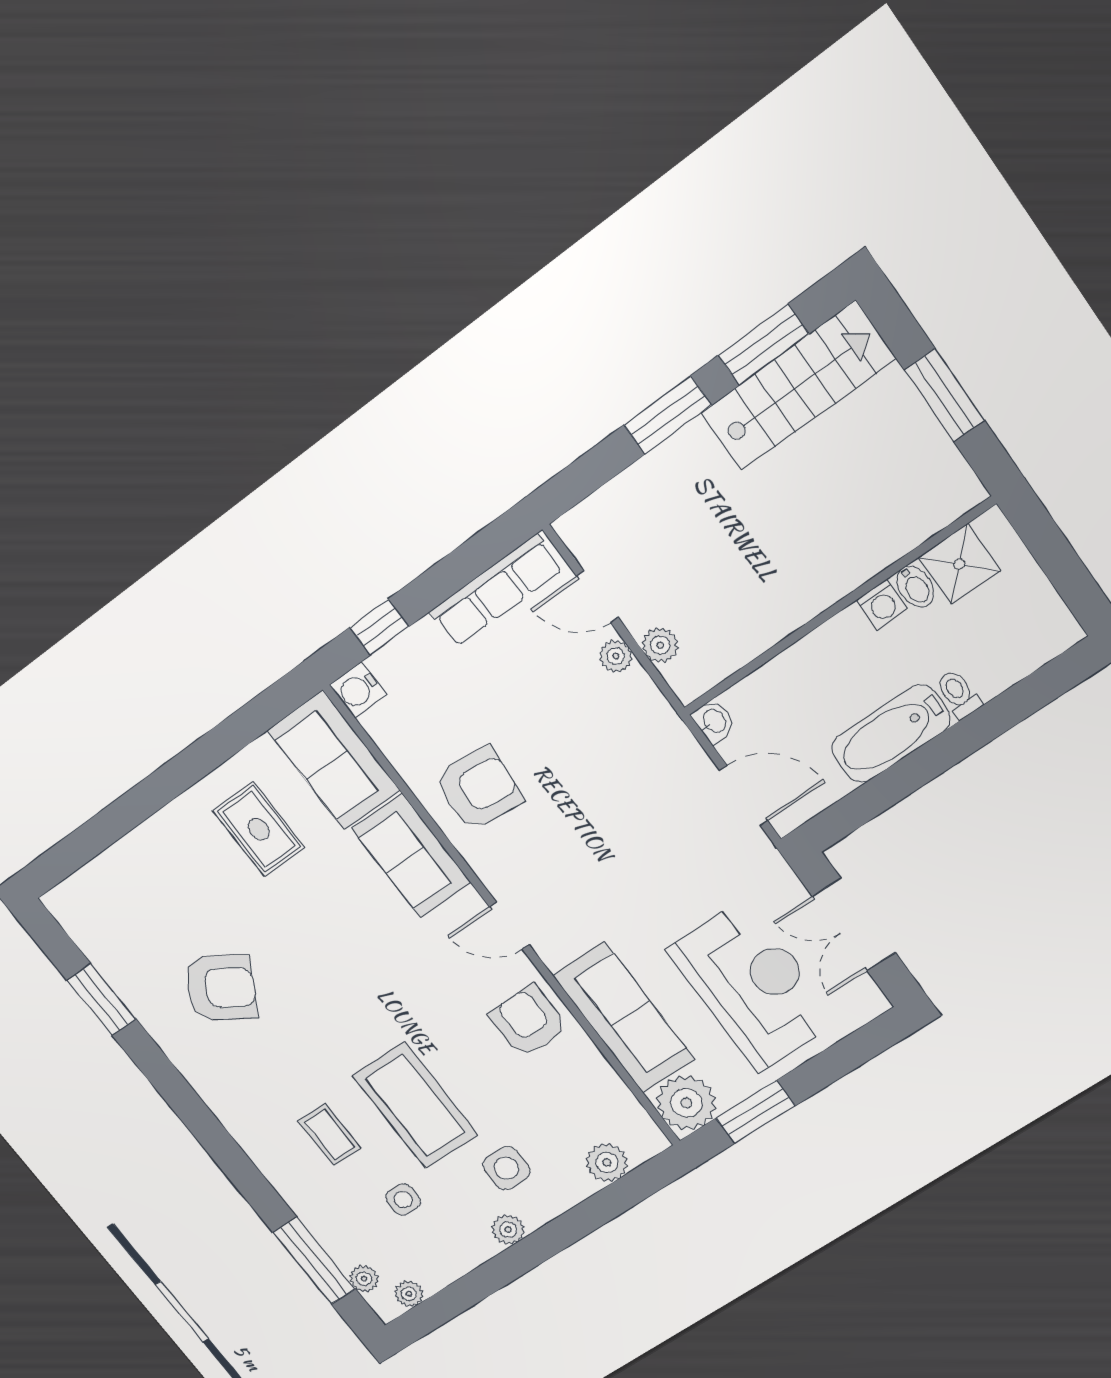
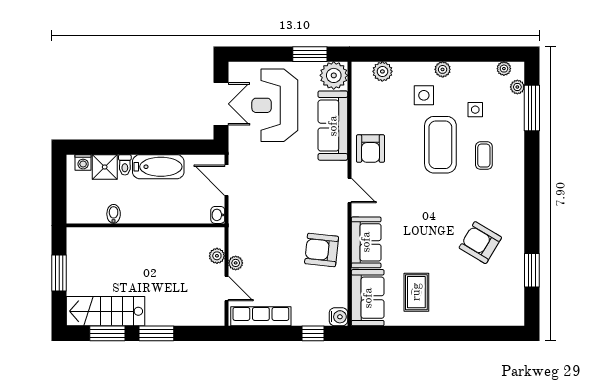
shower: (959, 564) -> (105, 167), moved
washing machine: (882, 604) -> (83, 162), moved, turned 180

